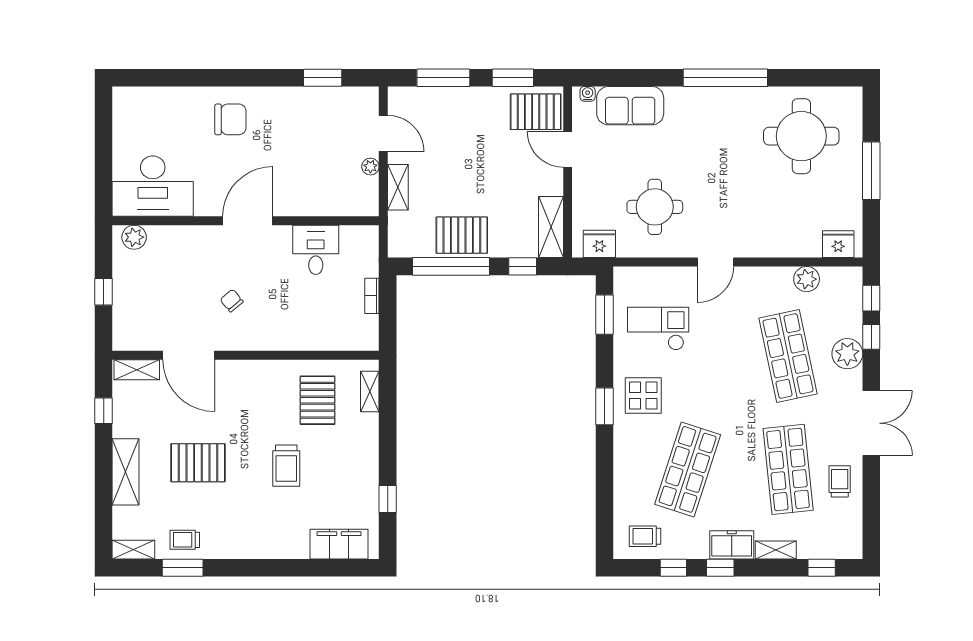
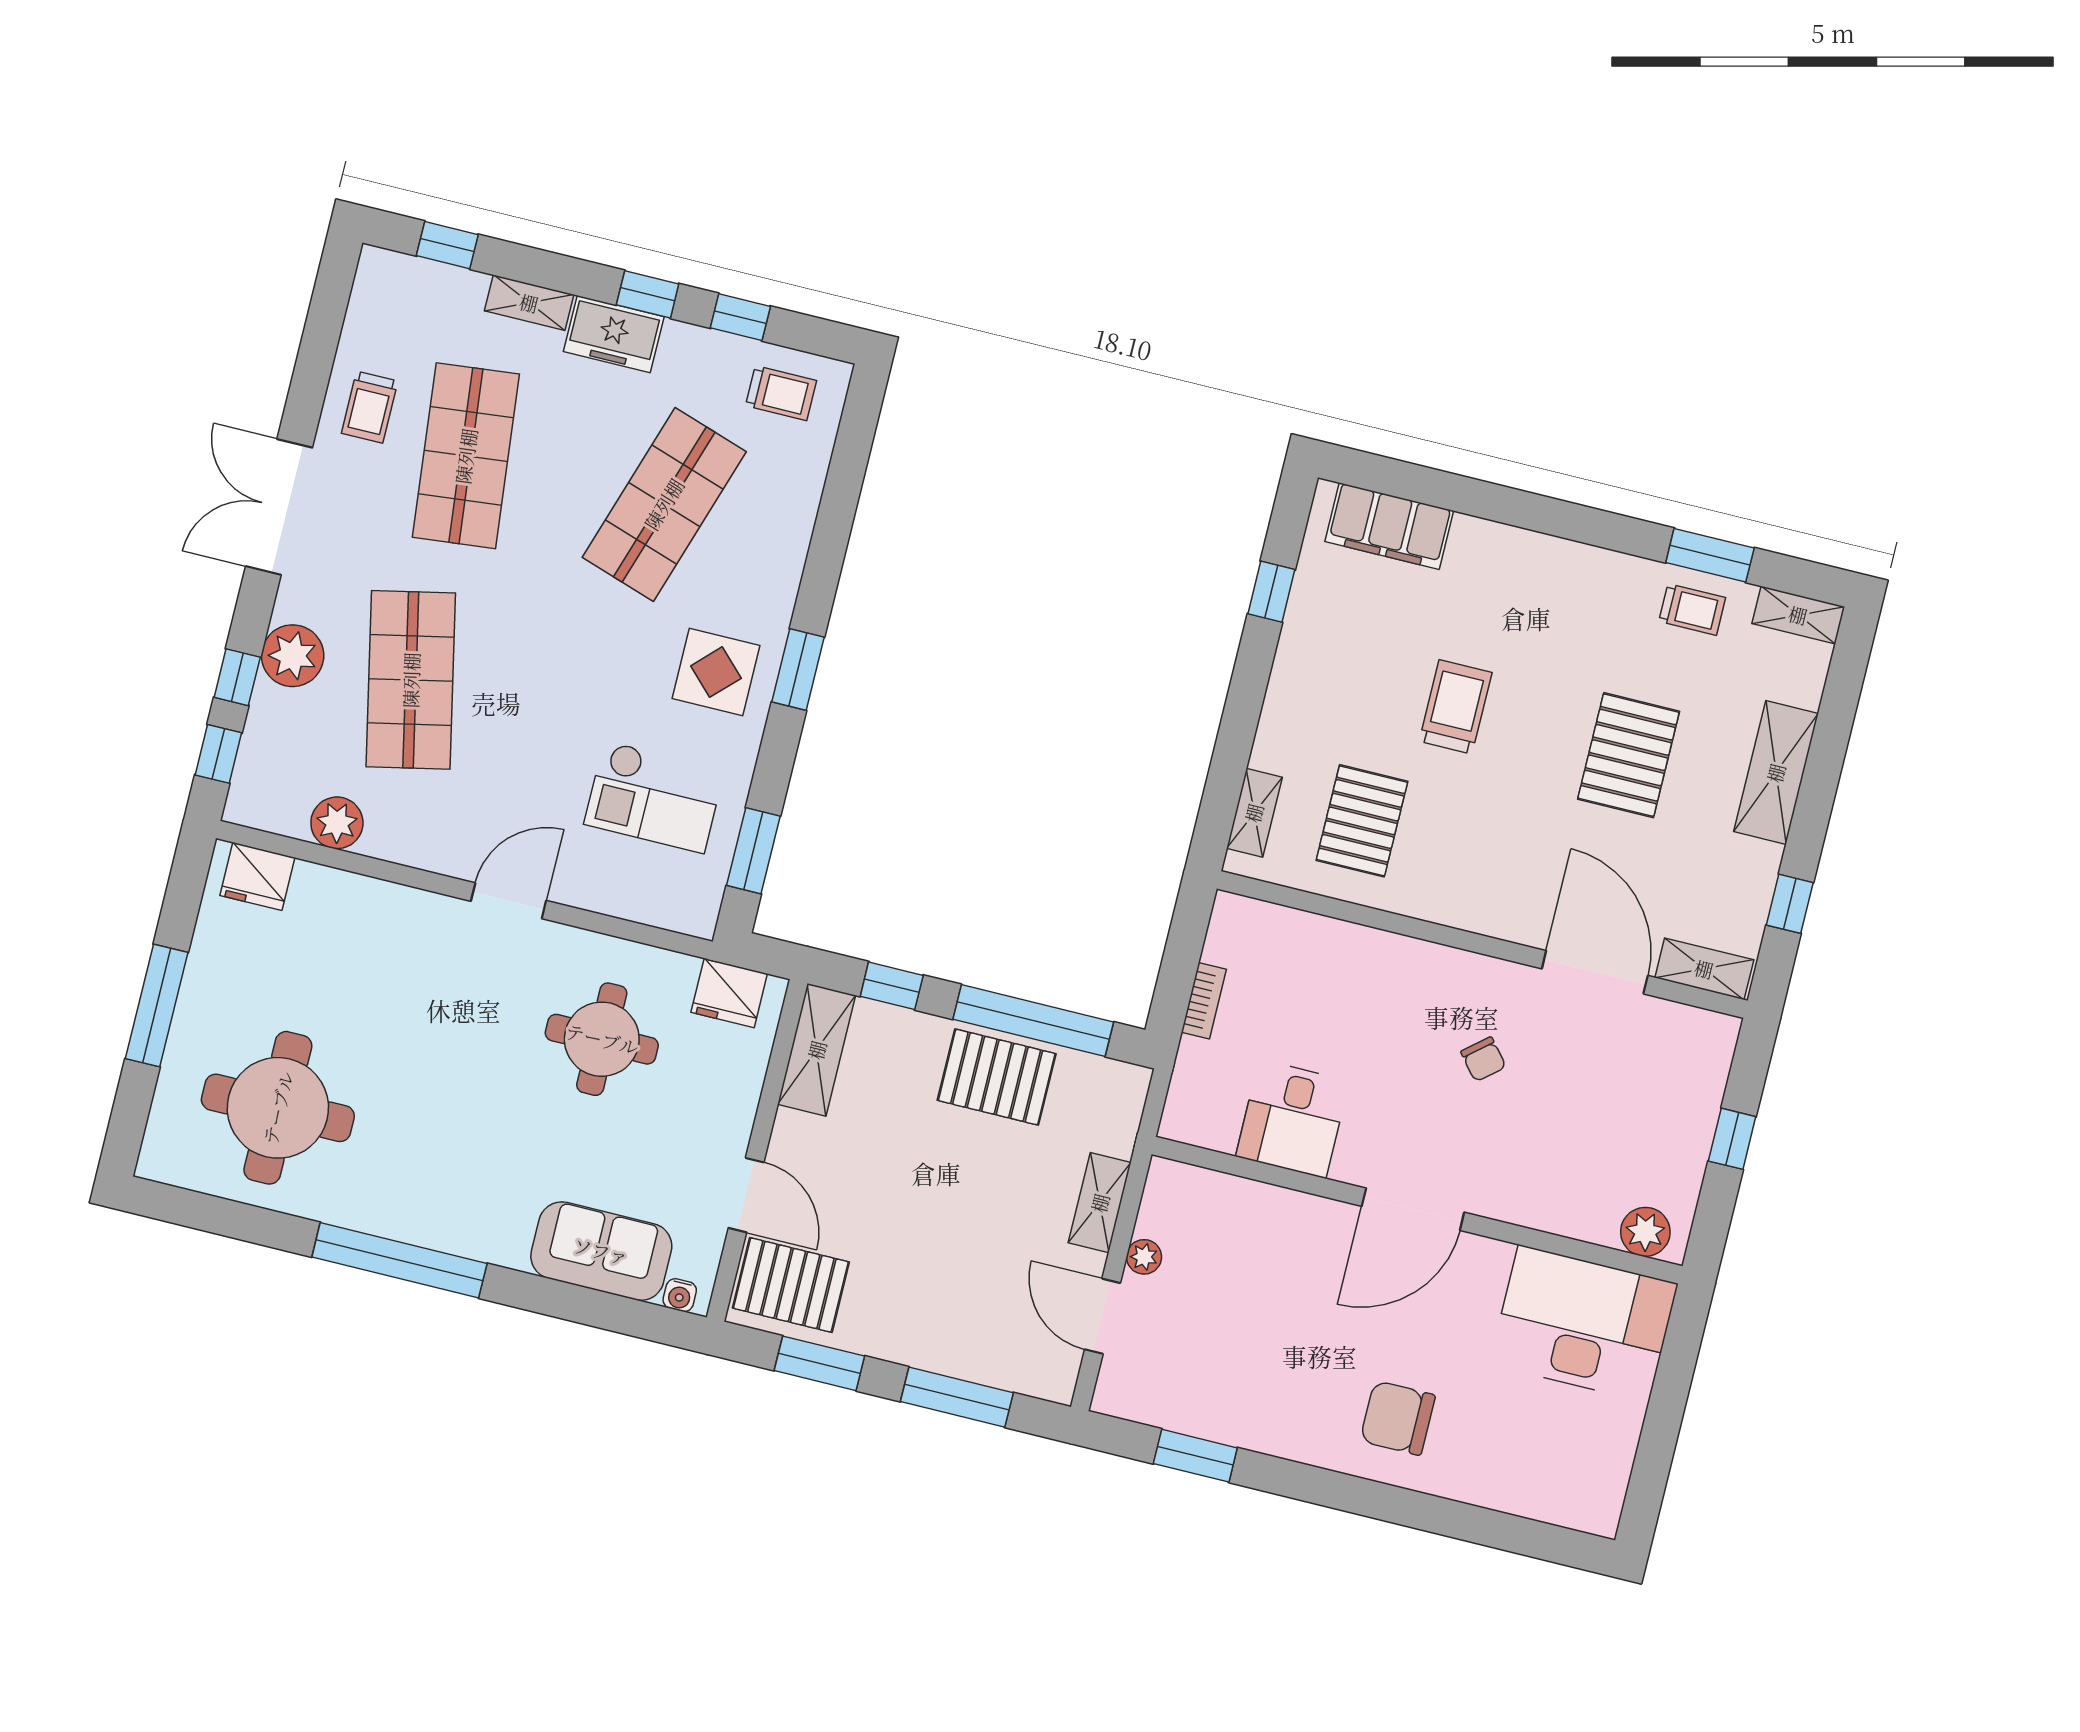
pallet: (198, 463) -> (1629, 755), turned 90

